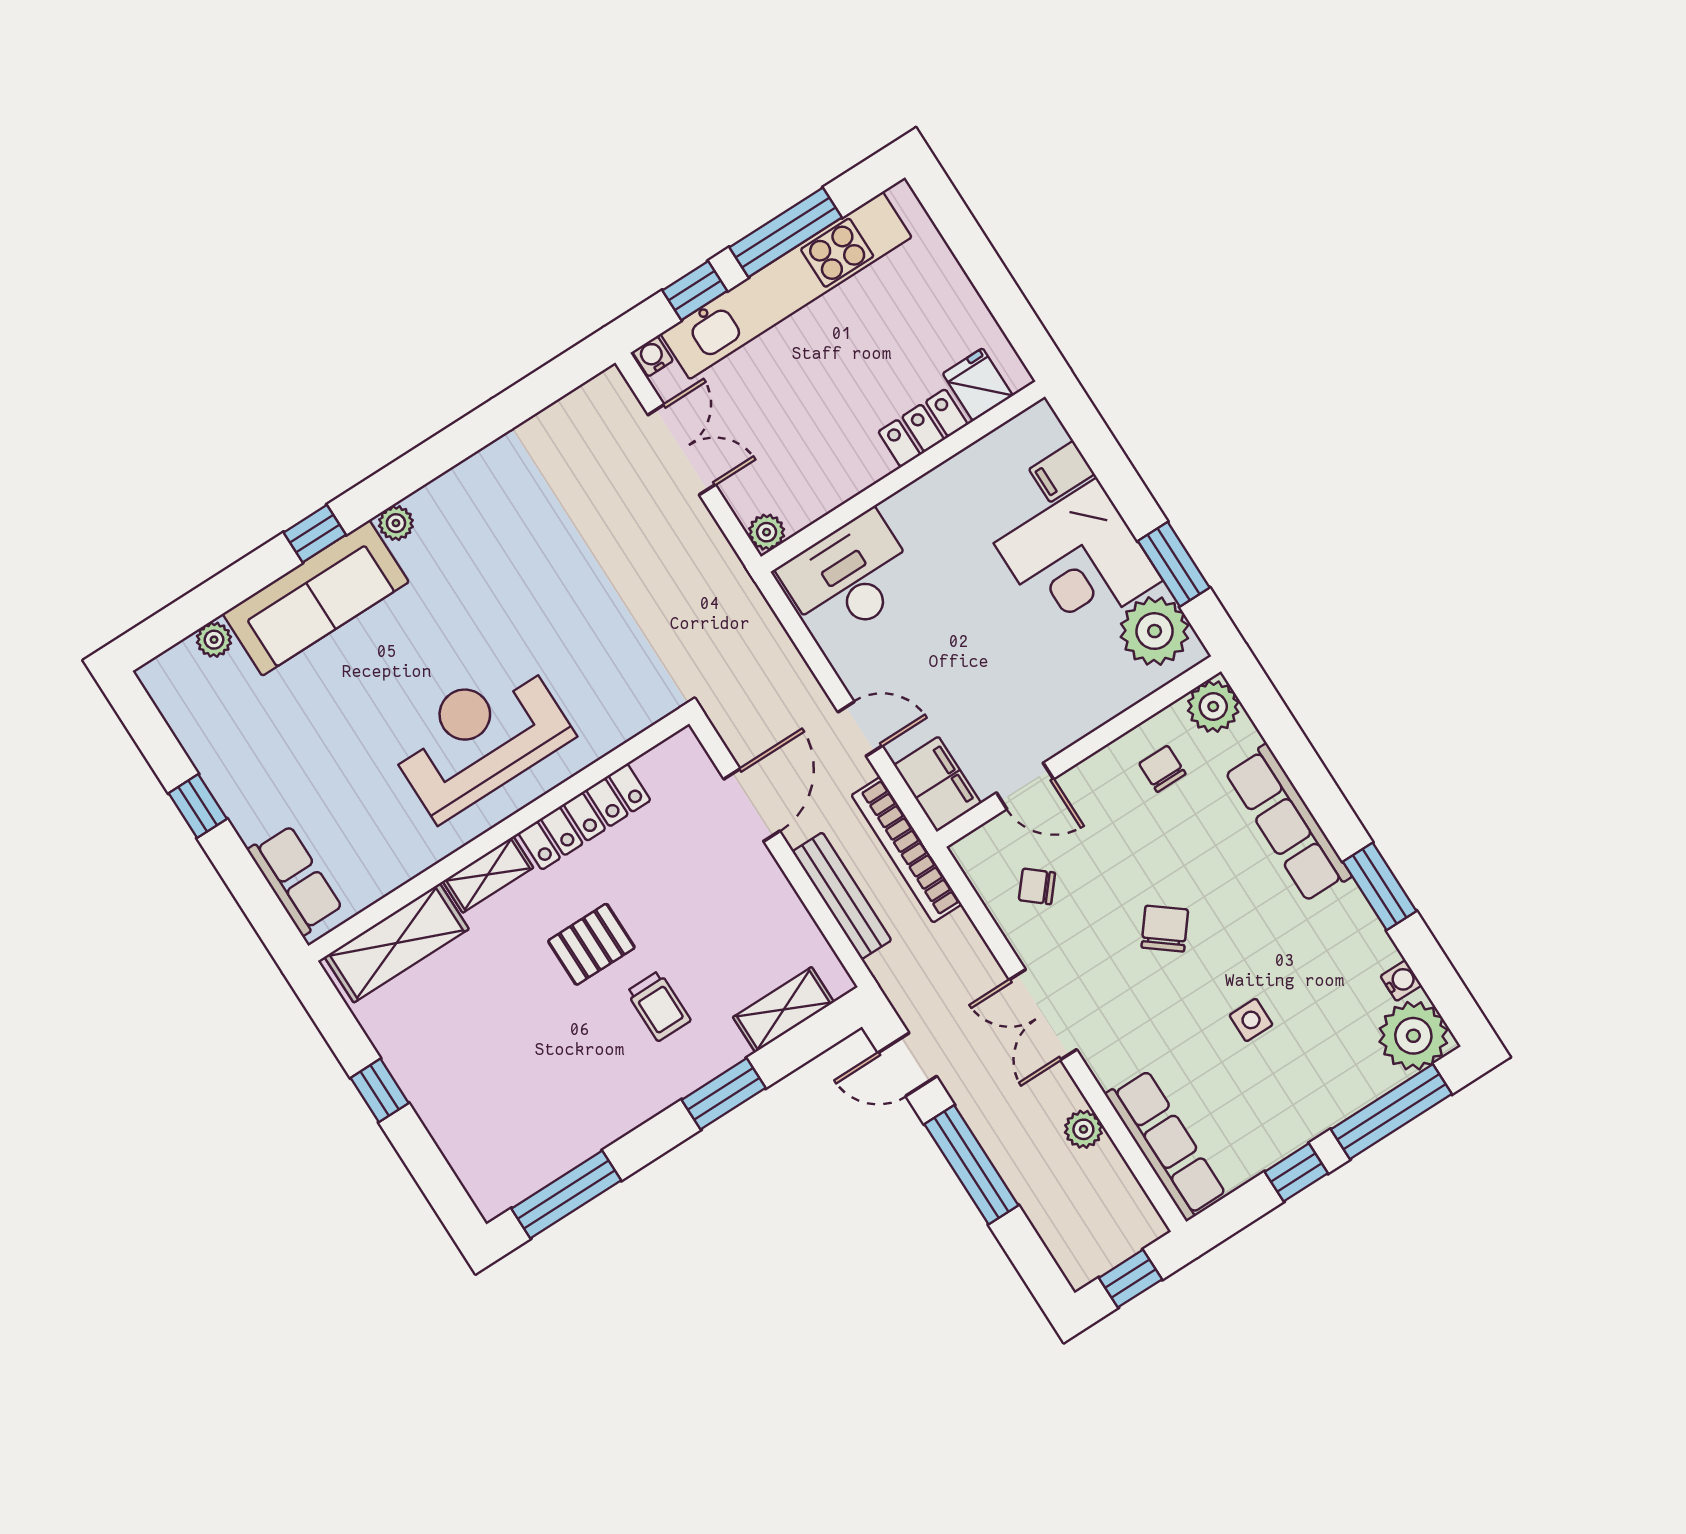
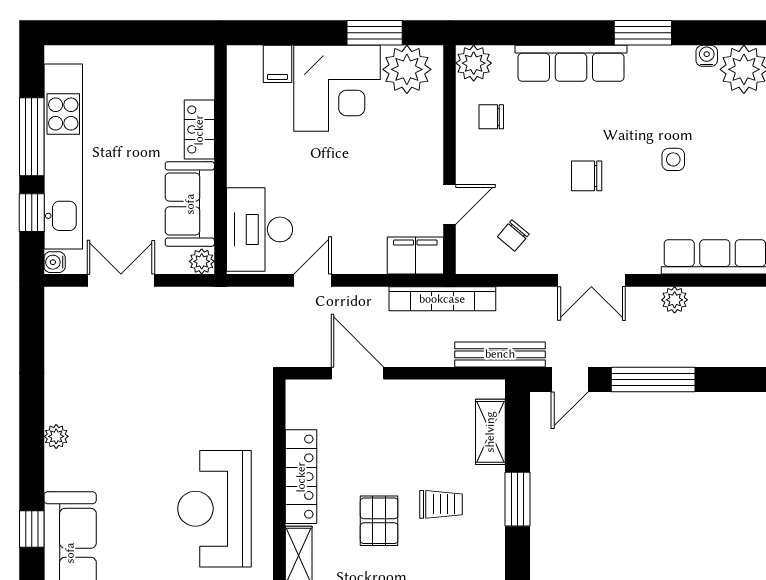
fridge: (978, 385) -> (194, 81), removed
sofa: (826, 474) -> (190, 204), added
plant: (396, 523) -> (56, 436), moved
door: (860, 729) -> (313, 280), moved
bench: (842, 896) -> (500, 354), moved
chair: (1165, 929) -> (587, 176), turned -38

